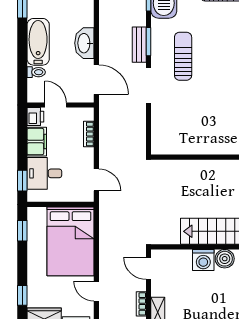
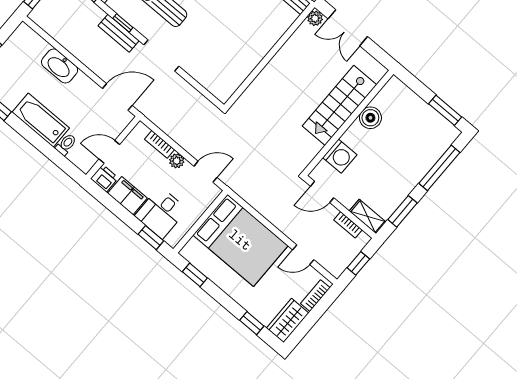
window: (148, 42) -> (123, 23), width x0.67
washbasin: (84, 43) -> (60, 66), moved
plant: (87, 155) -> (177, 161), added
washing machine: (203, 260) -> (340, 156), moved

